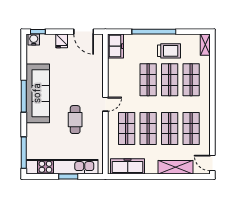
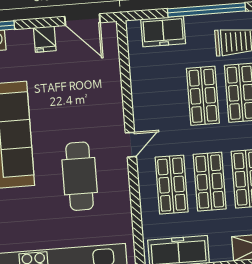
freezer: (116, 46) -> (163, 31), moved, turned 90
cafe table: (75, 120) -> (80, 176), width x1.37, depth x1.35

